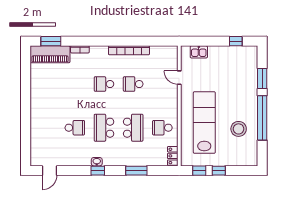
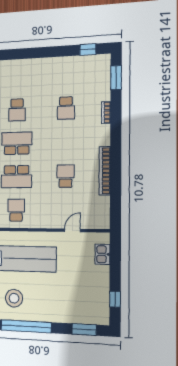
piano: (50, 54) -> (100, 77), removed
window: (26, 65) -> (88, 49), added
window: (262, 79) -> (84, 330), moved
school desk: (104, 84) -> (66, 108), moved, turned 180

